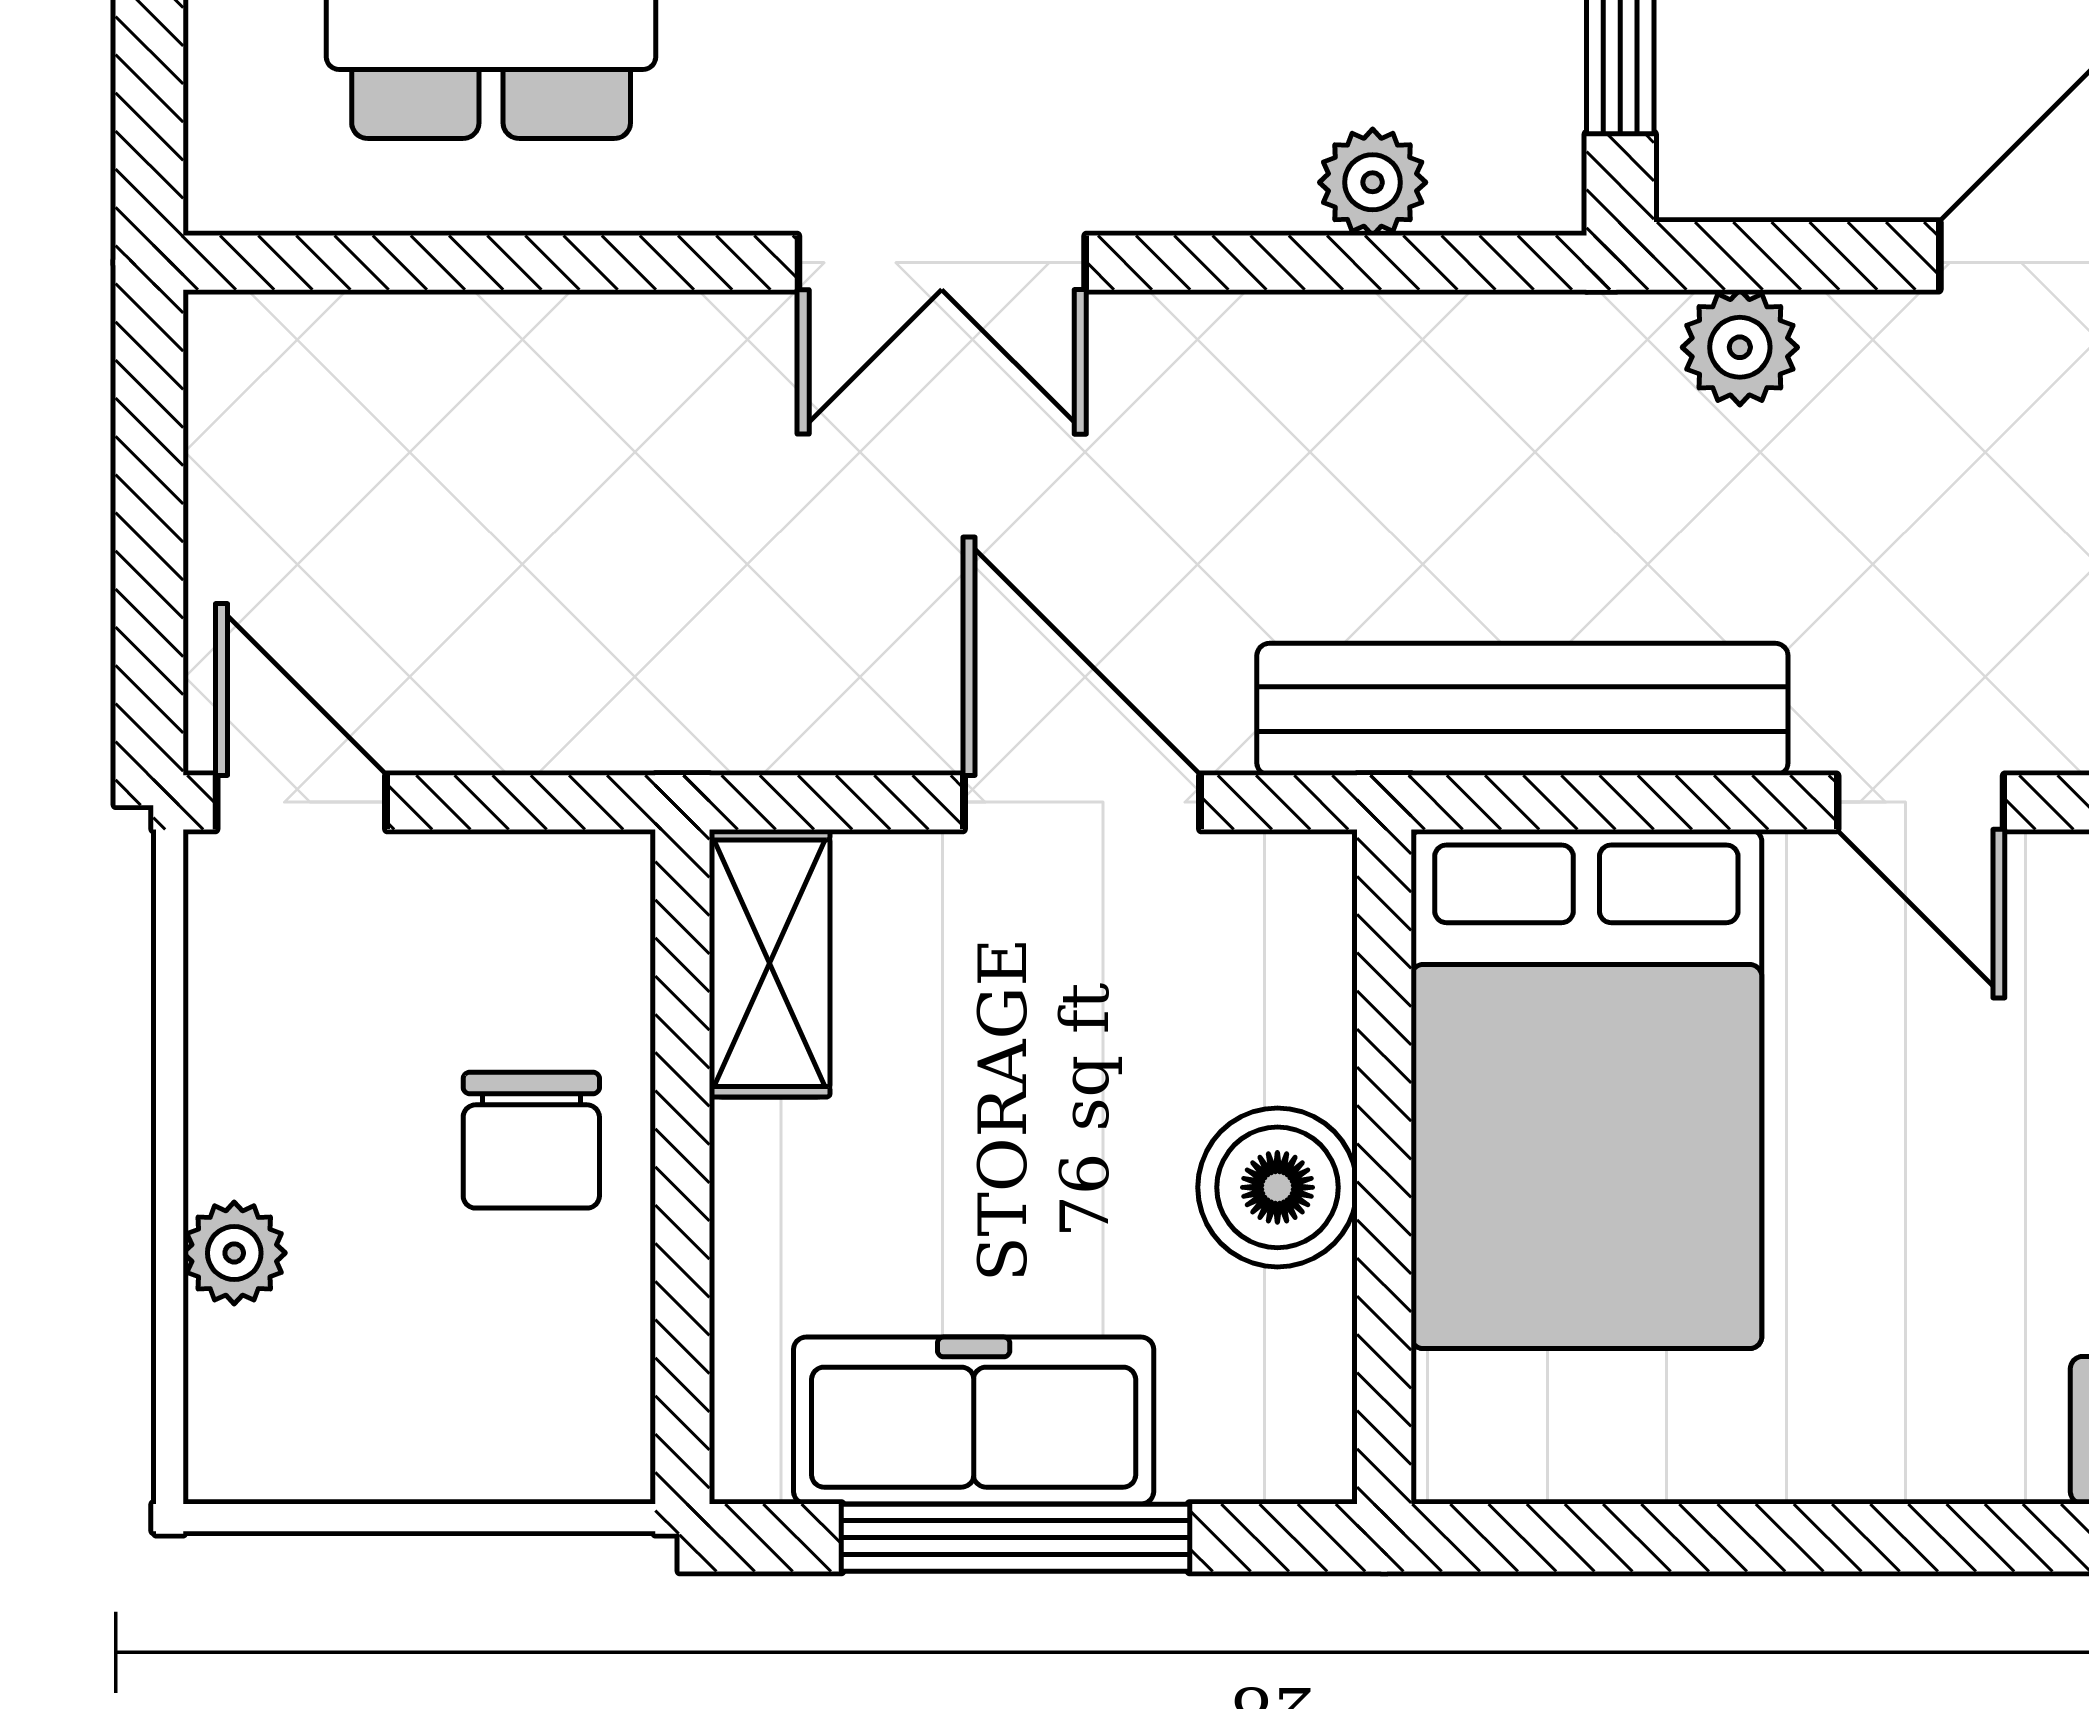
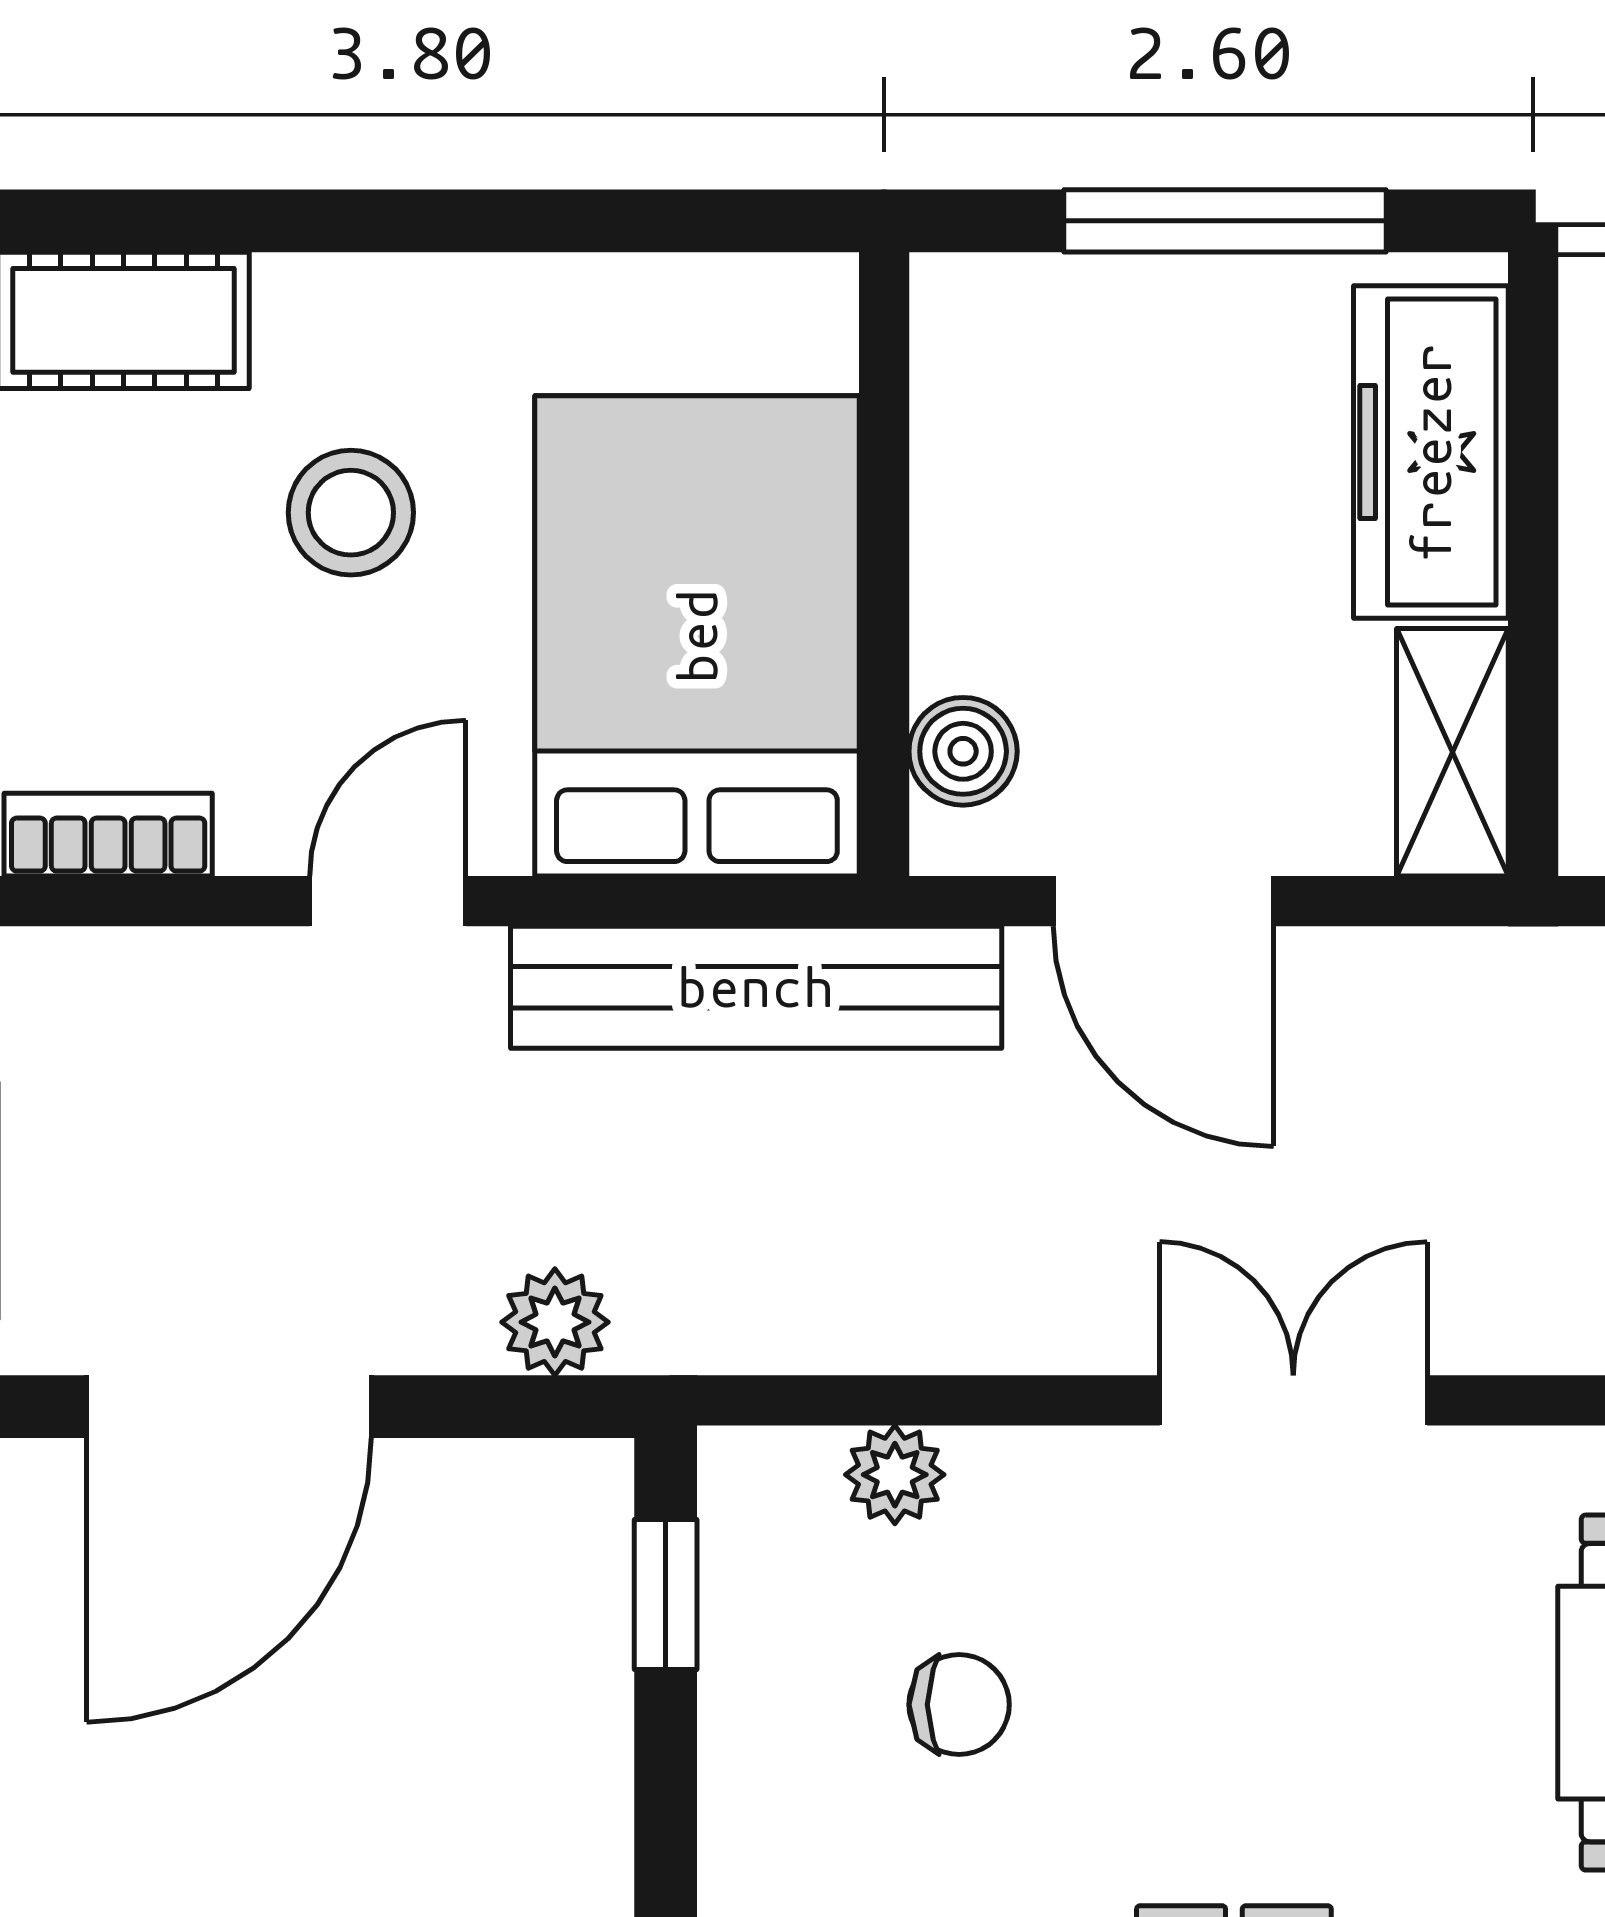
door: (1921, 802) -> (388, 901), hinge flipped
boiler: (1277, 1187) -> (963, 751), moved, width x0.73, depth x0.73
stool: (1961, 1222) -> (351, 513), added
freezer: (974, 1420) -> (1431, 452), moved, turned 90

